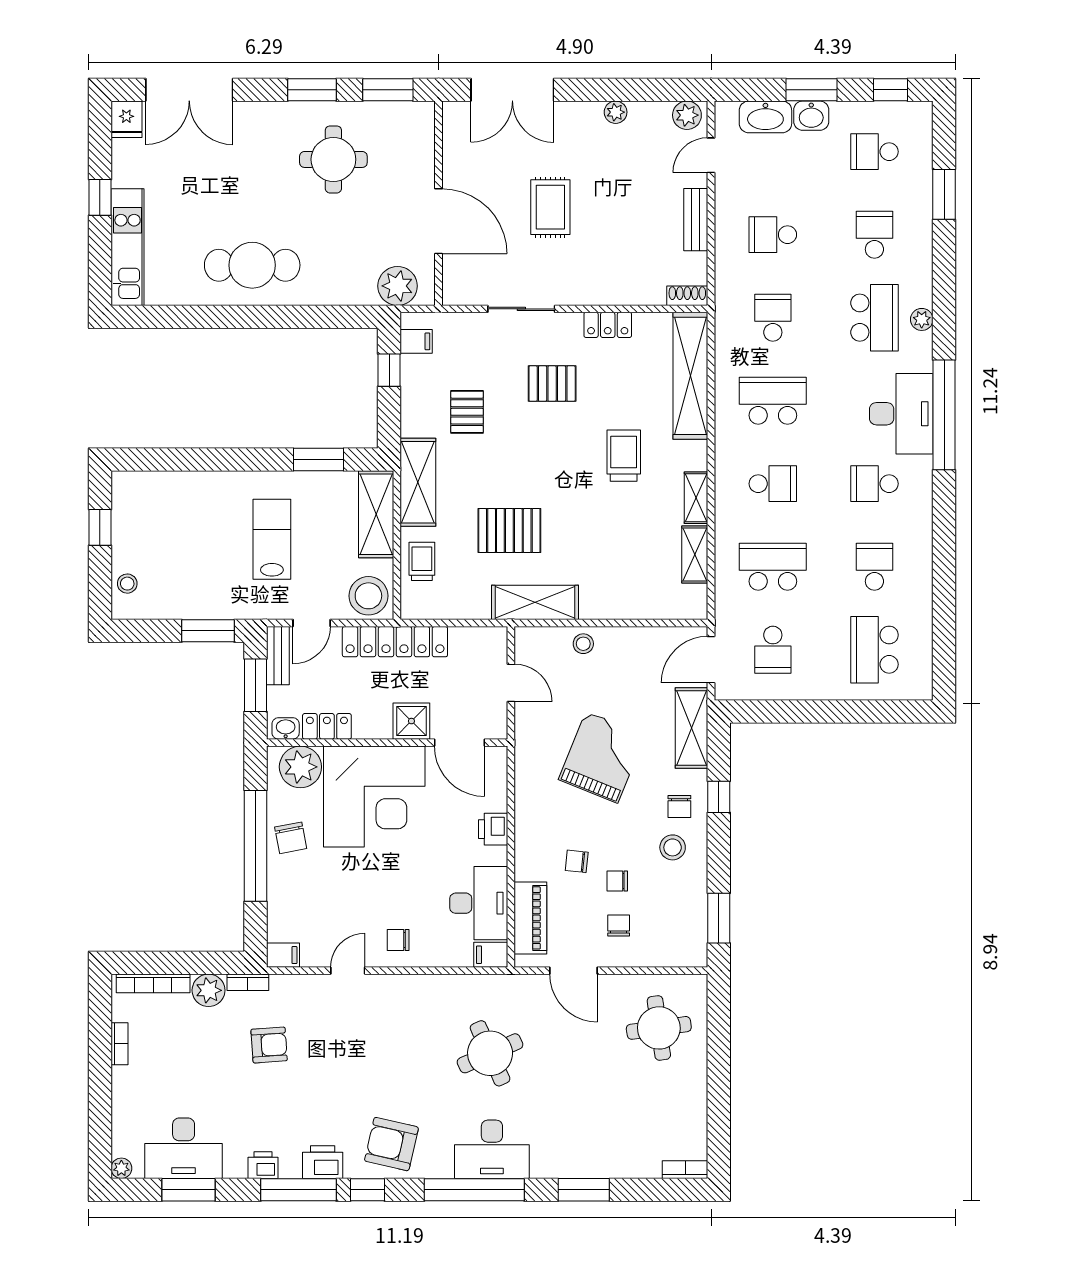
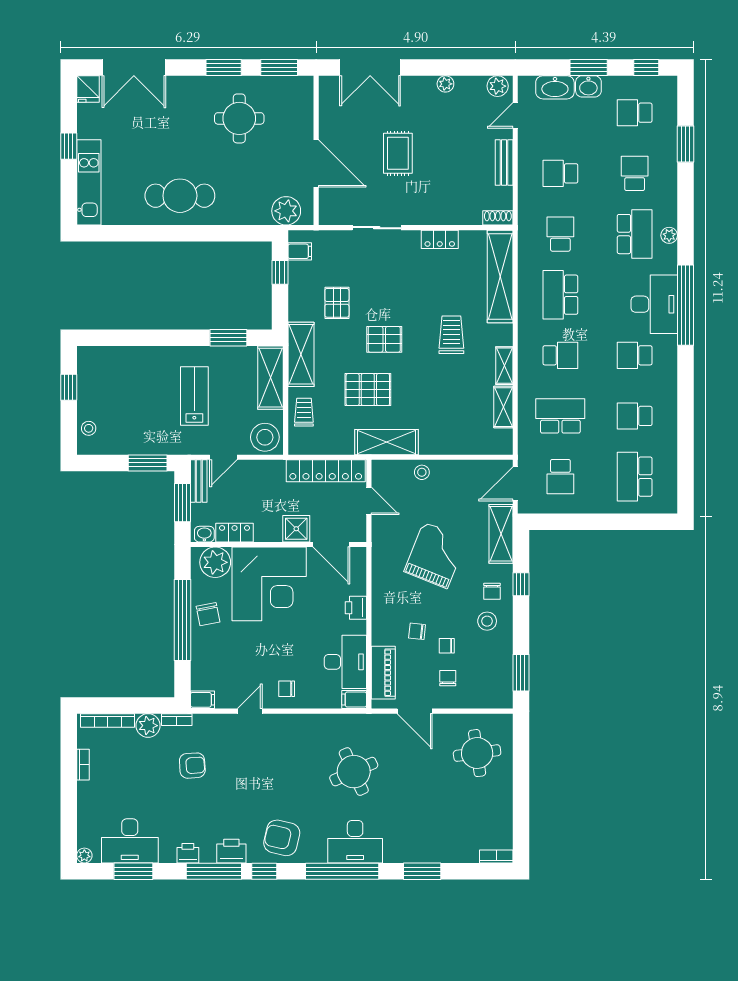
pallet: (552, 384) -> (384, 339), moved
school desk: (773, 401) -> (560, 295), turned -90
school desk: (874, 567) -> (635, 416), turned -90
locker: (395, 642) -> (326, 471), moved

